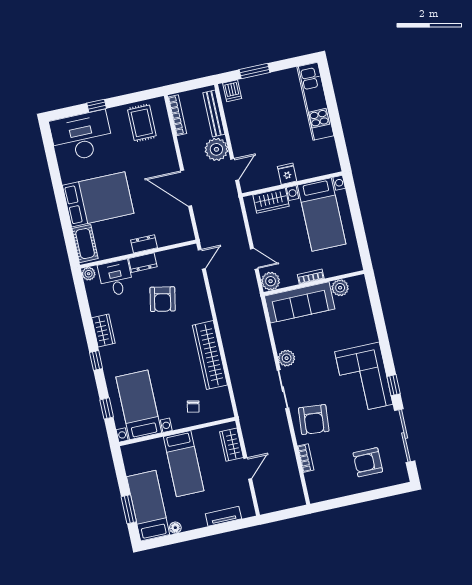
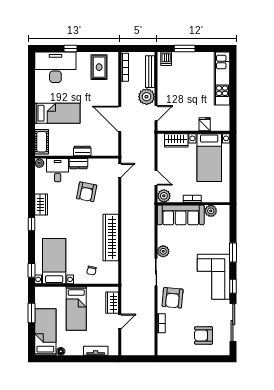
fridge: (287, 174) -> (205, 124), moved
bed: (98, 199) -> (57, 113), width x0.67
window: (383, 339) -> (233, 253), added
window: (107, 408) -> (31, 270), moved
window: (129, 509) -> (31, 313), moved

